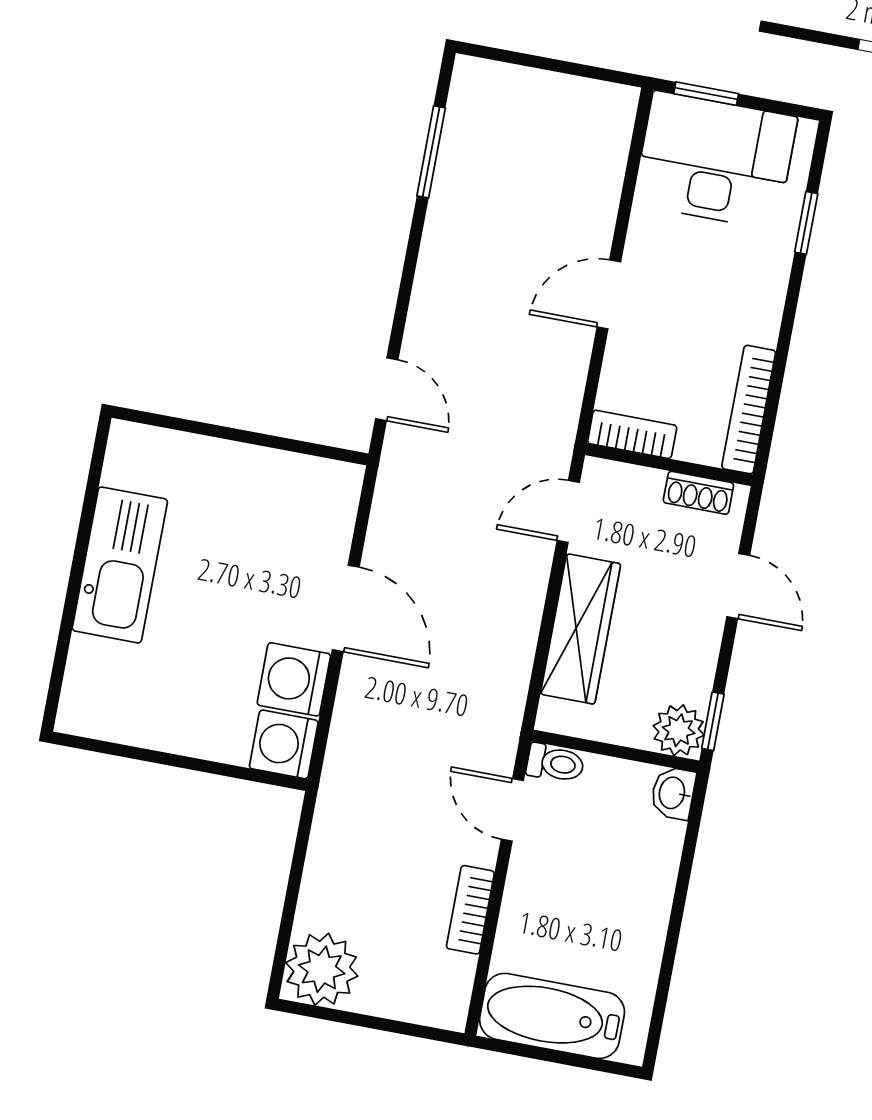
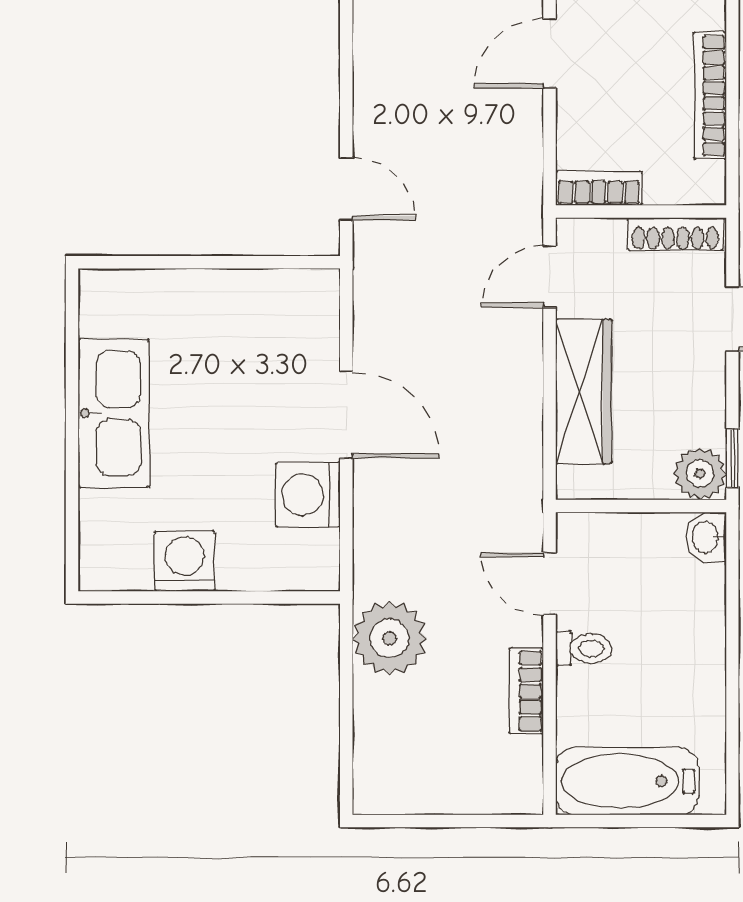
bookcase: (749, 410) -> (710, 96), moved
shoe rack: (698, 493) -> (675, 234), width x1.43
washing machine: (284, 744) -> (185, 561), moved, turned 90
toilet: (555, 763) -> (584, 648), moved
plant: (322, 969) -> (390, 638), moved

